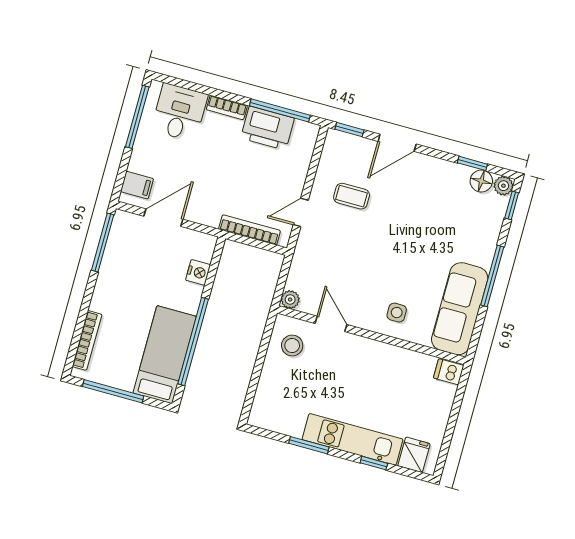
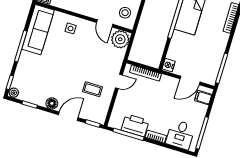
floor lamp: (481, 181) -> (52, 103), moved
nightstand: (198, 272) -> (169, 65), moved
plant: (290, 300) -> (120, 39), width x1.88, depth x1.88

